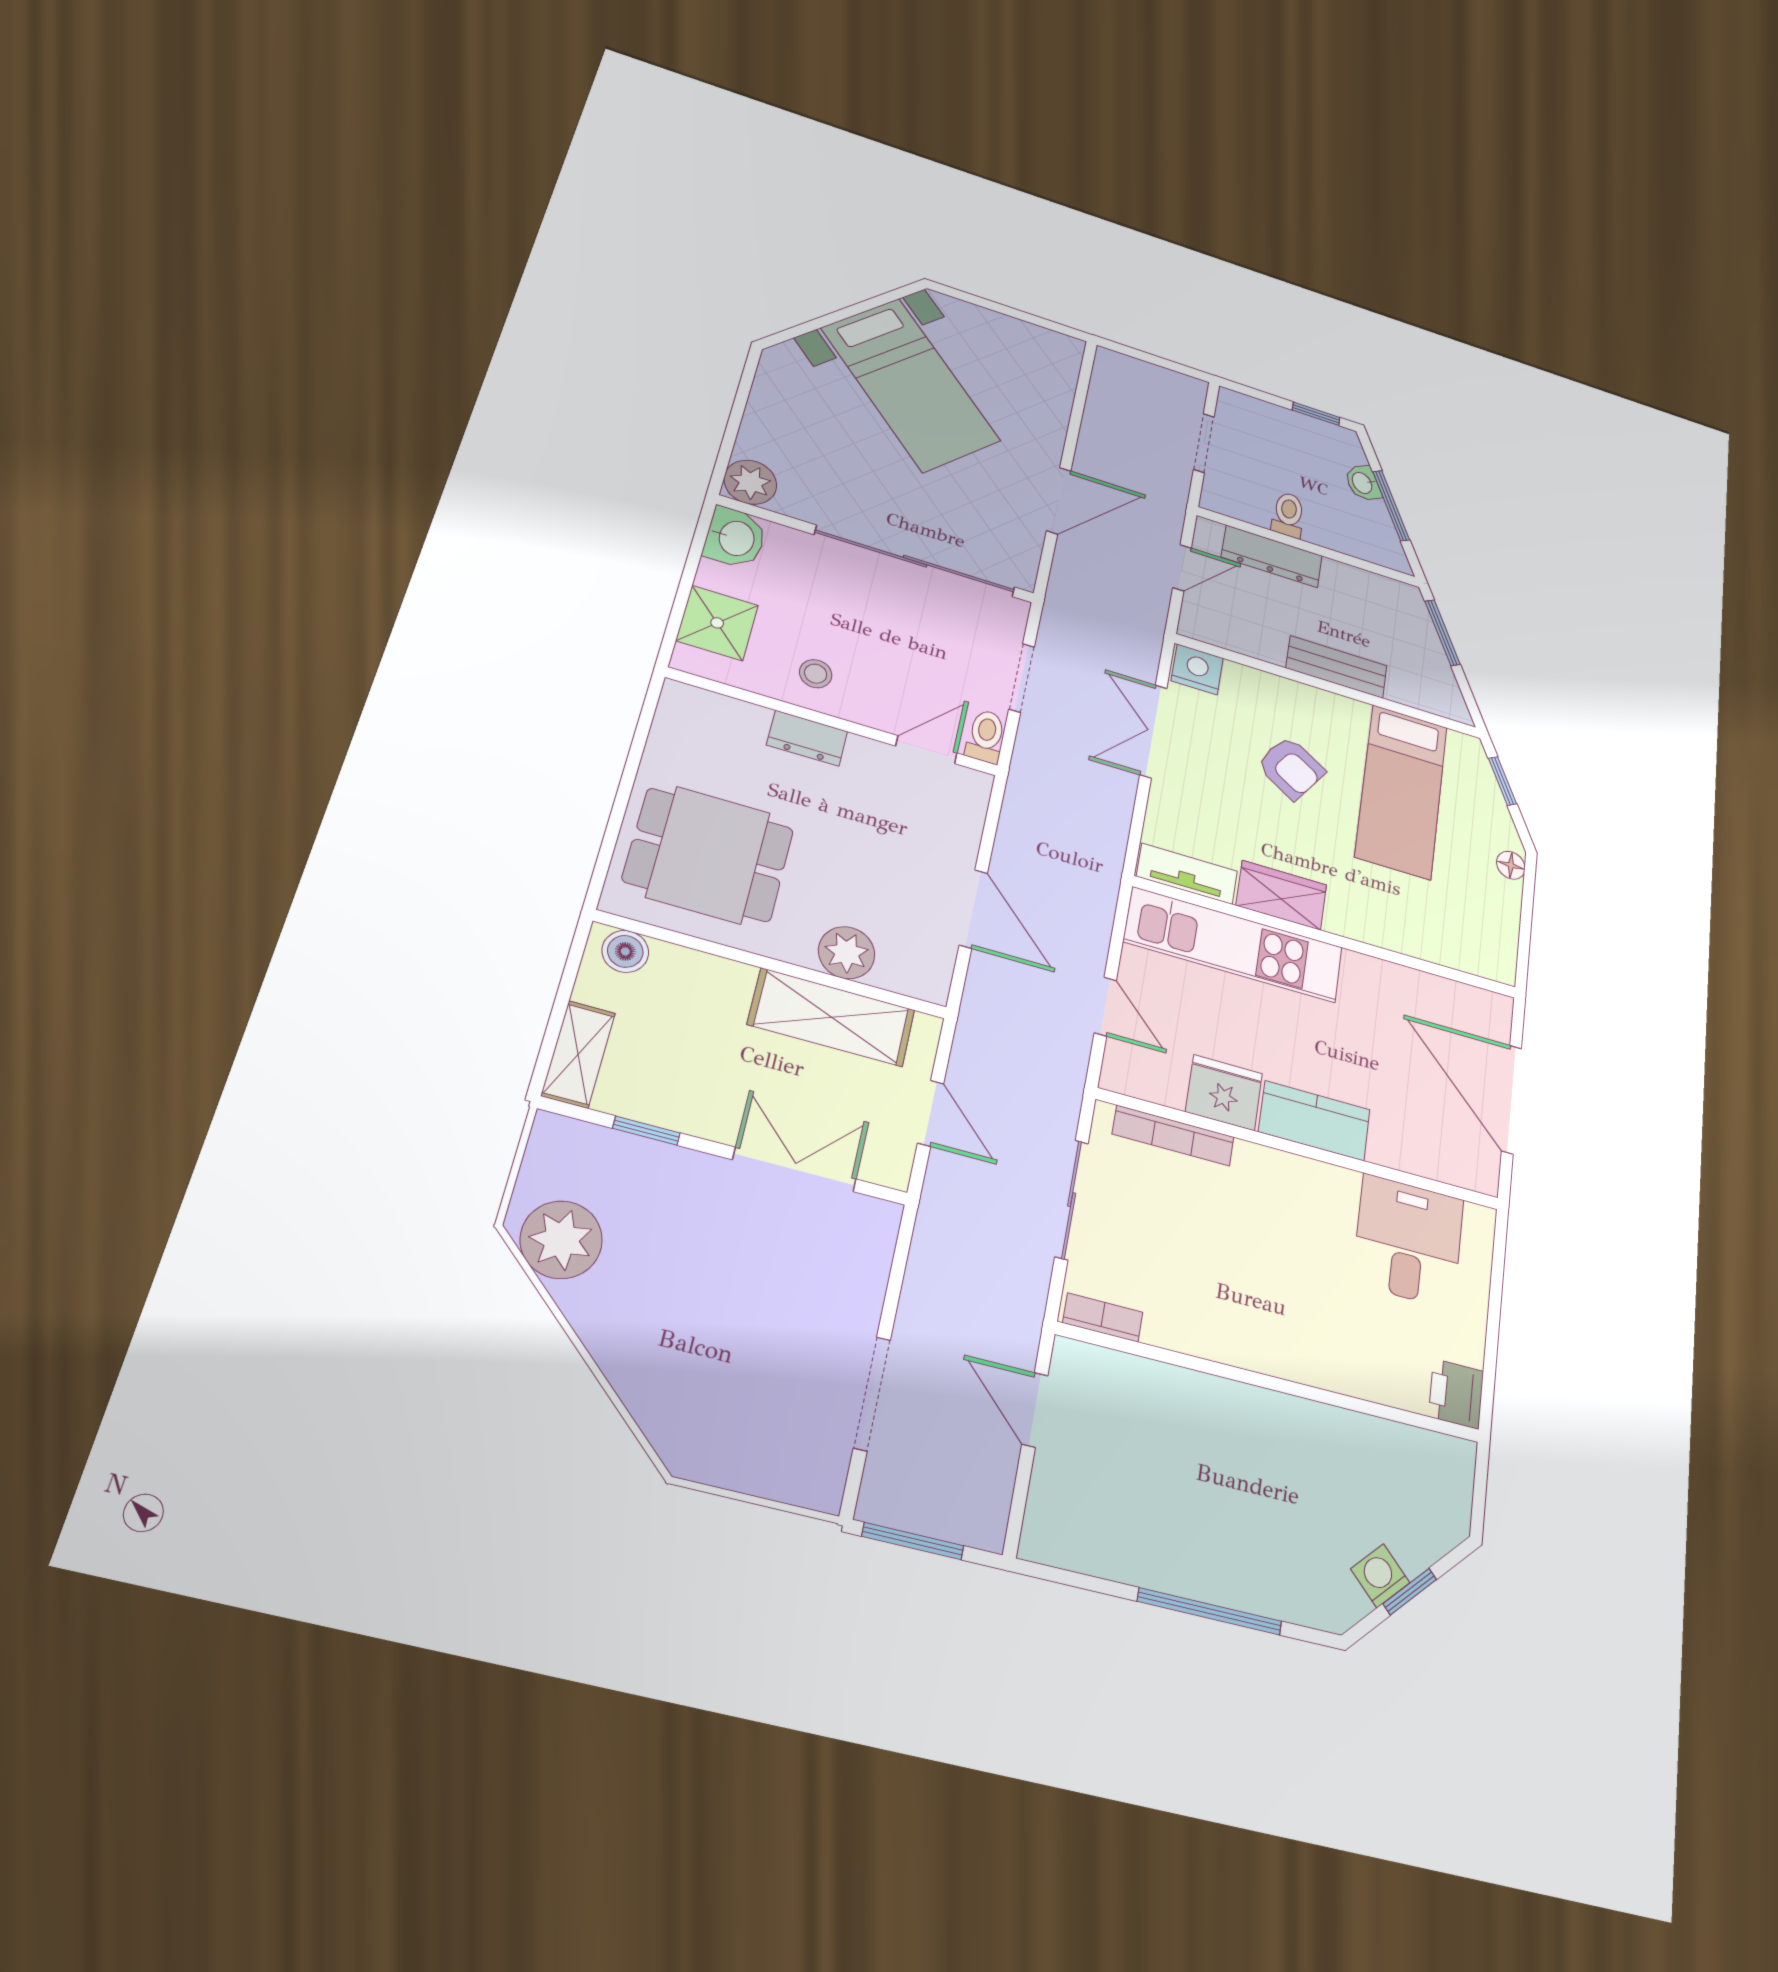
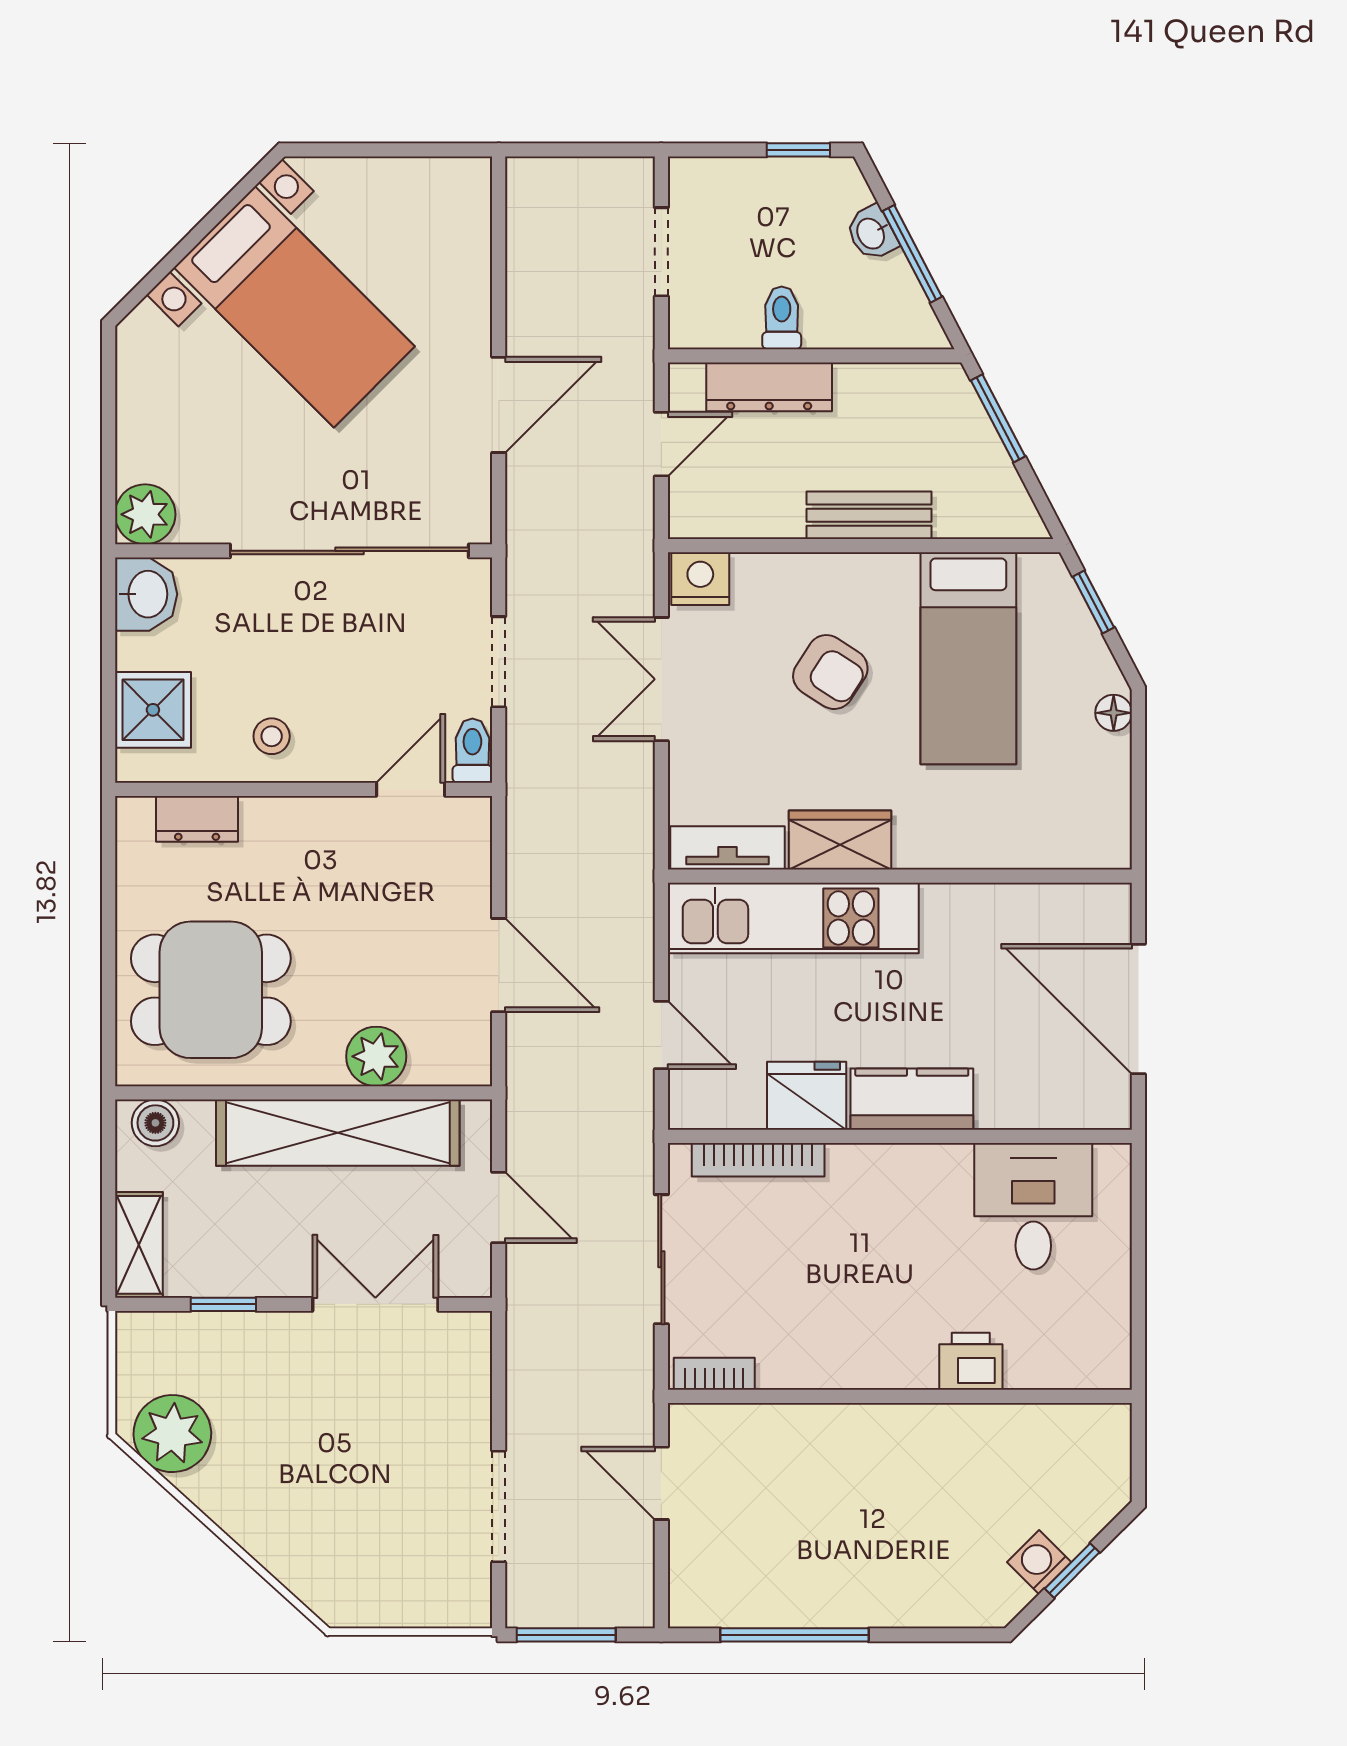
dresser: (807, 738) -> (197, 819), moved
shelving: (832, 1017) -> (338, 1133), width x1.47
printer: (1456, 1394) -> (971, 1361), moved, turned 90
window: (1210, 1611) -> (794, 1635), moved

